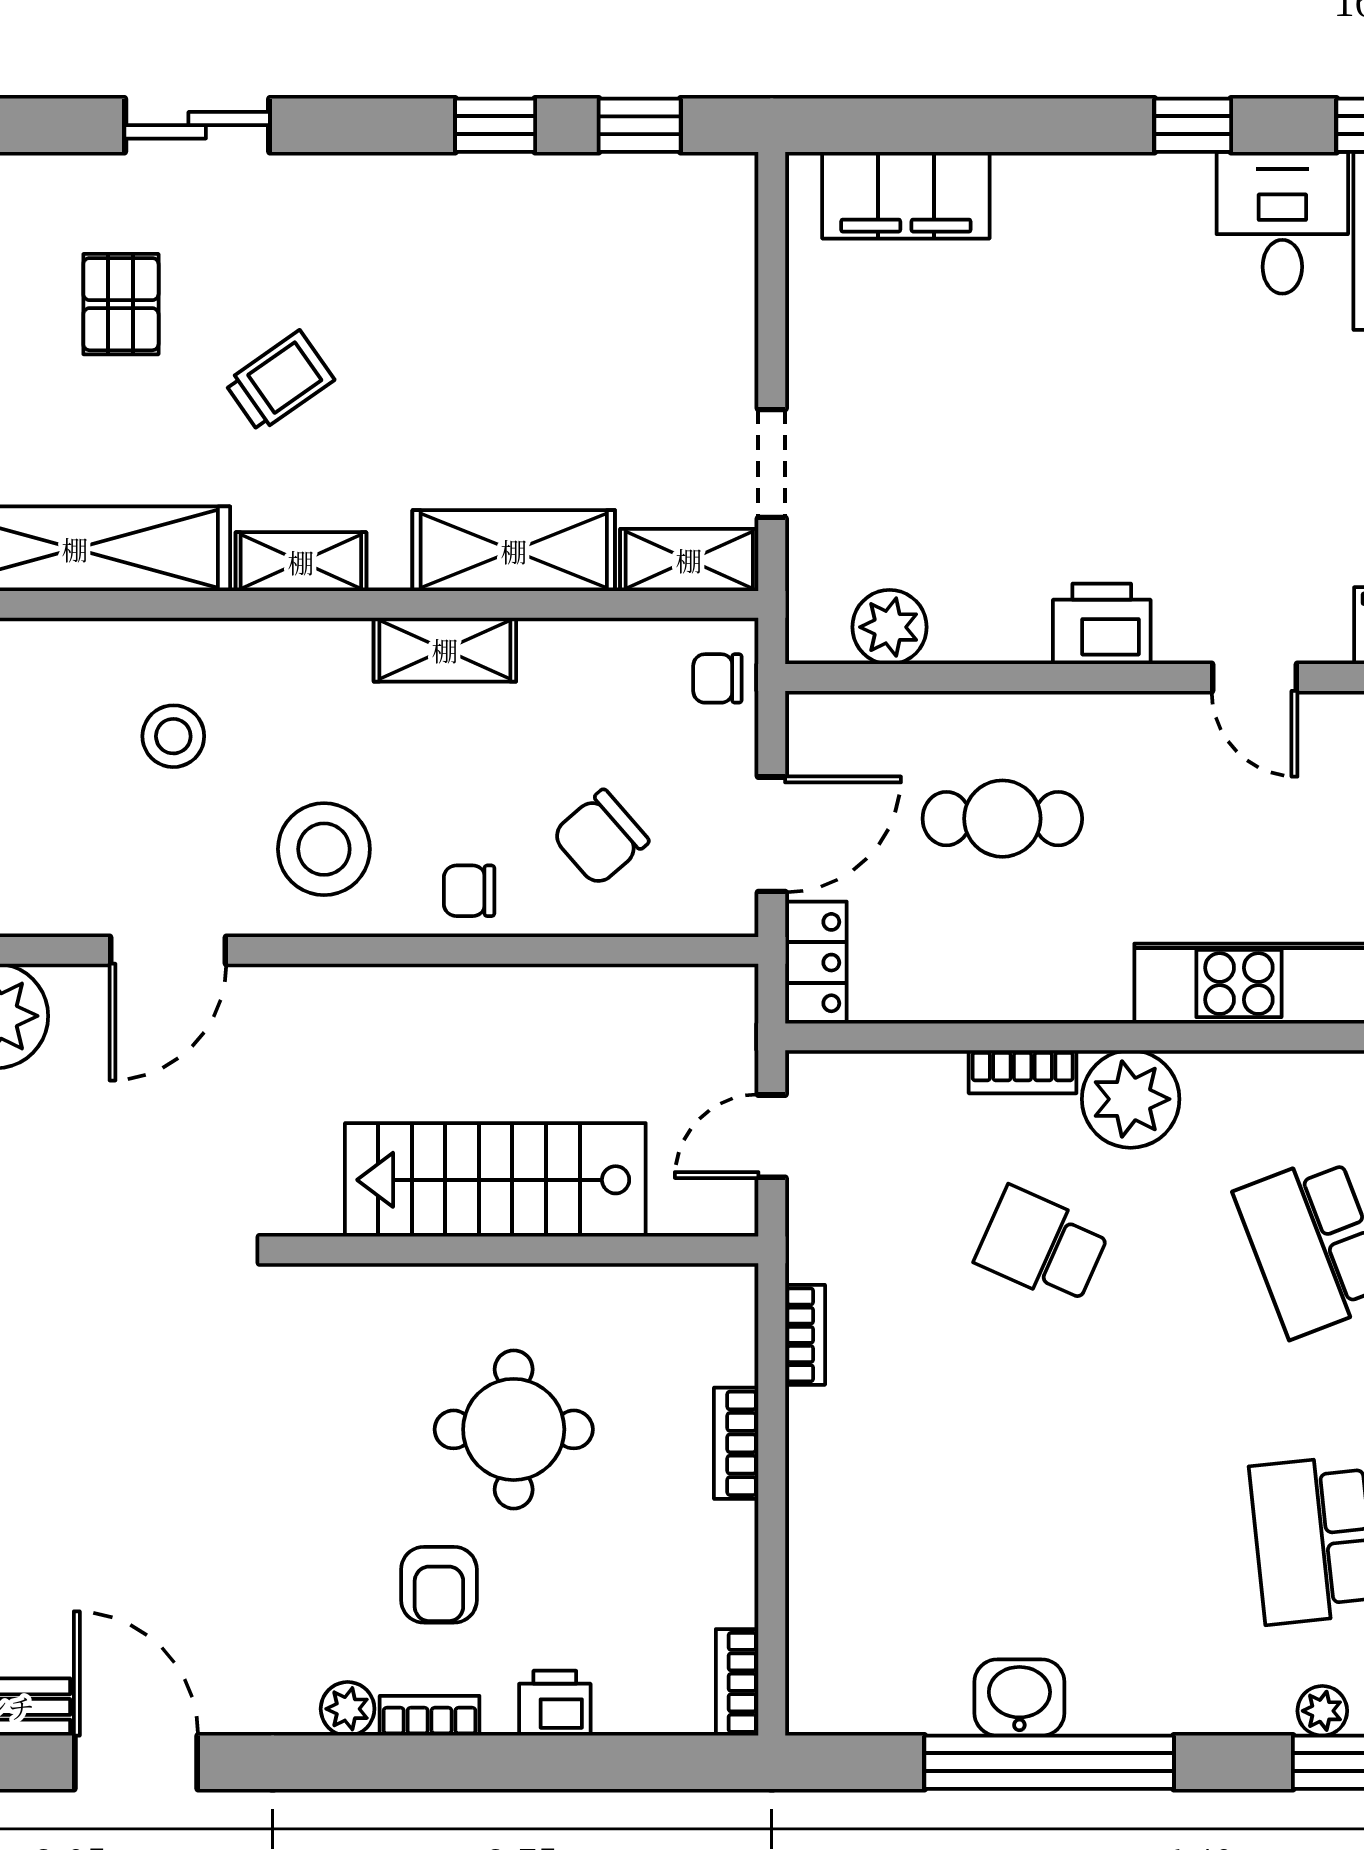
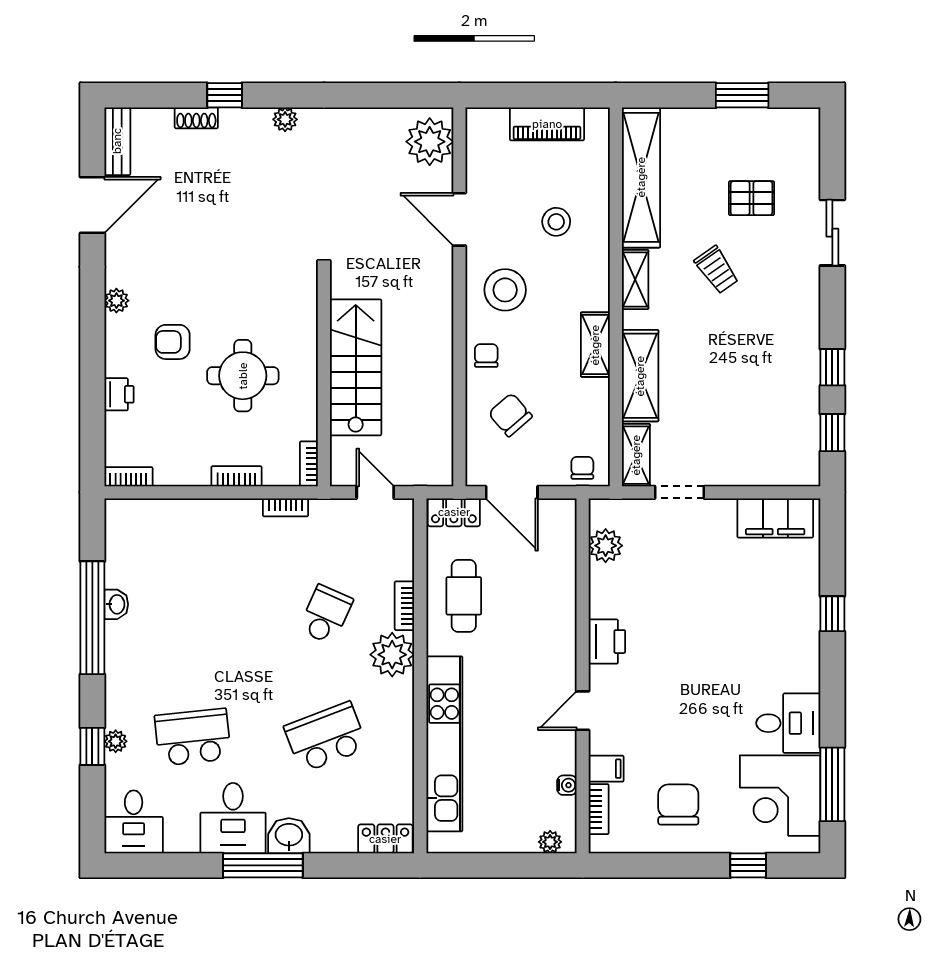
window: (1193, 125) -> (832, 614), moved
filing cabinet: (906, 195) -> (775, 518), moved, turned -90
cafe table: (1002, 819) -> (464, 596), moved
washbasin: (1019, 1698) -> (116, 604), width x0.72, depth x0.69
bookcase: (430, 1716) -> (309, 464), moved, turned 180

